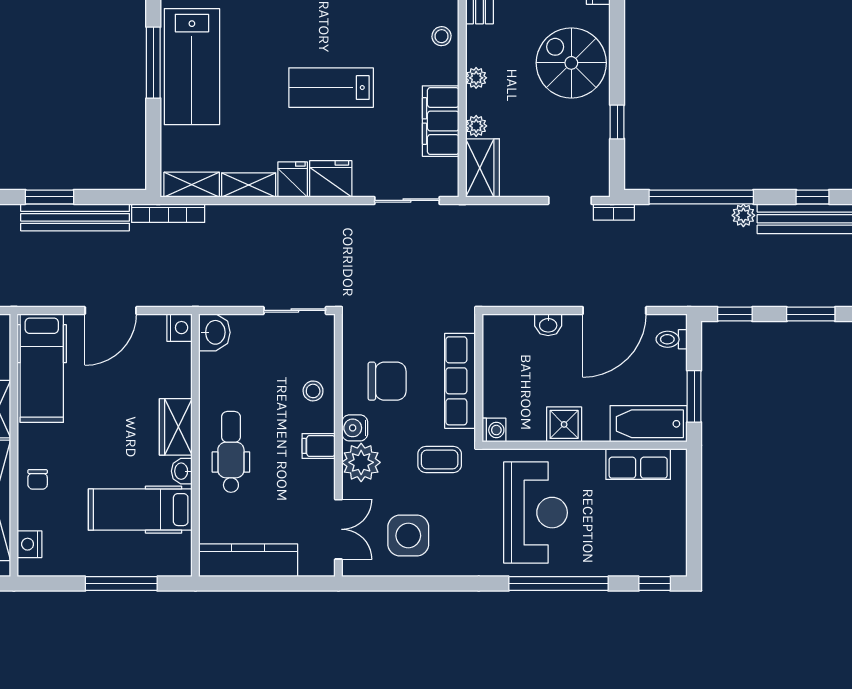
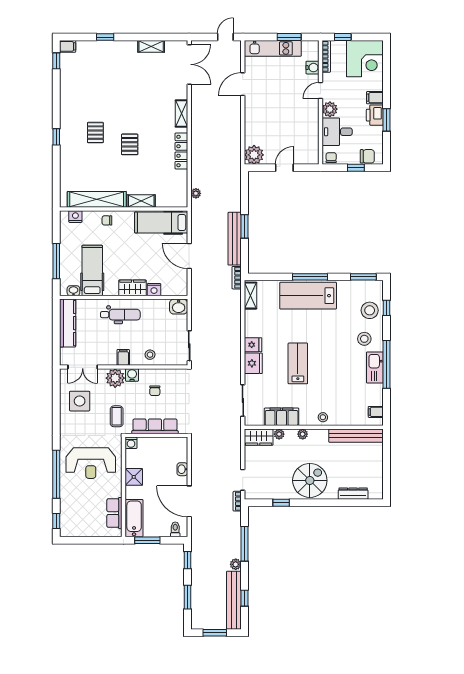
shelving: (249, 185) -> (250, 323), removed
window: (701, 197) -> (245, 544), width x0.68
bookcase: (168, 213) -> (237, 278), width x0.64
nightstand: (179, 328) -> (154, 290), moved
chair: (387, 381) -> (155, 391), width x0.54, depth x0.54
washbasin: (182, 471) -> (73, 291), moved

